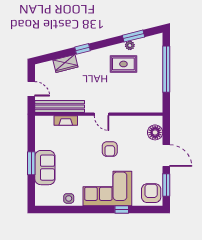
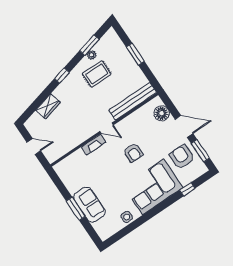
window: (82, 49) -> (62, 76), moved
window: (166, 69) -> (135, 54), width x0.47
bench: (60, 107) -> (133, 101), moved
fireplace: (66, 121) -> (94, 145), moved
armchair: (151, 193) -> (182, 157), moved
window: (122, 209) -> (187, 189), moved

